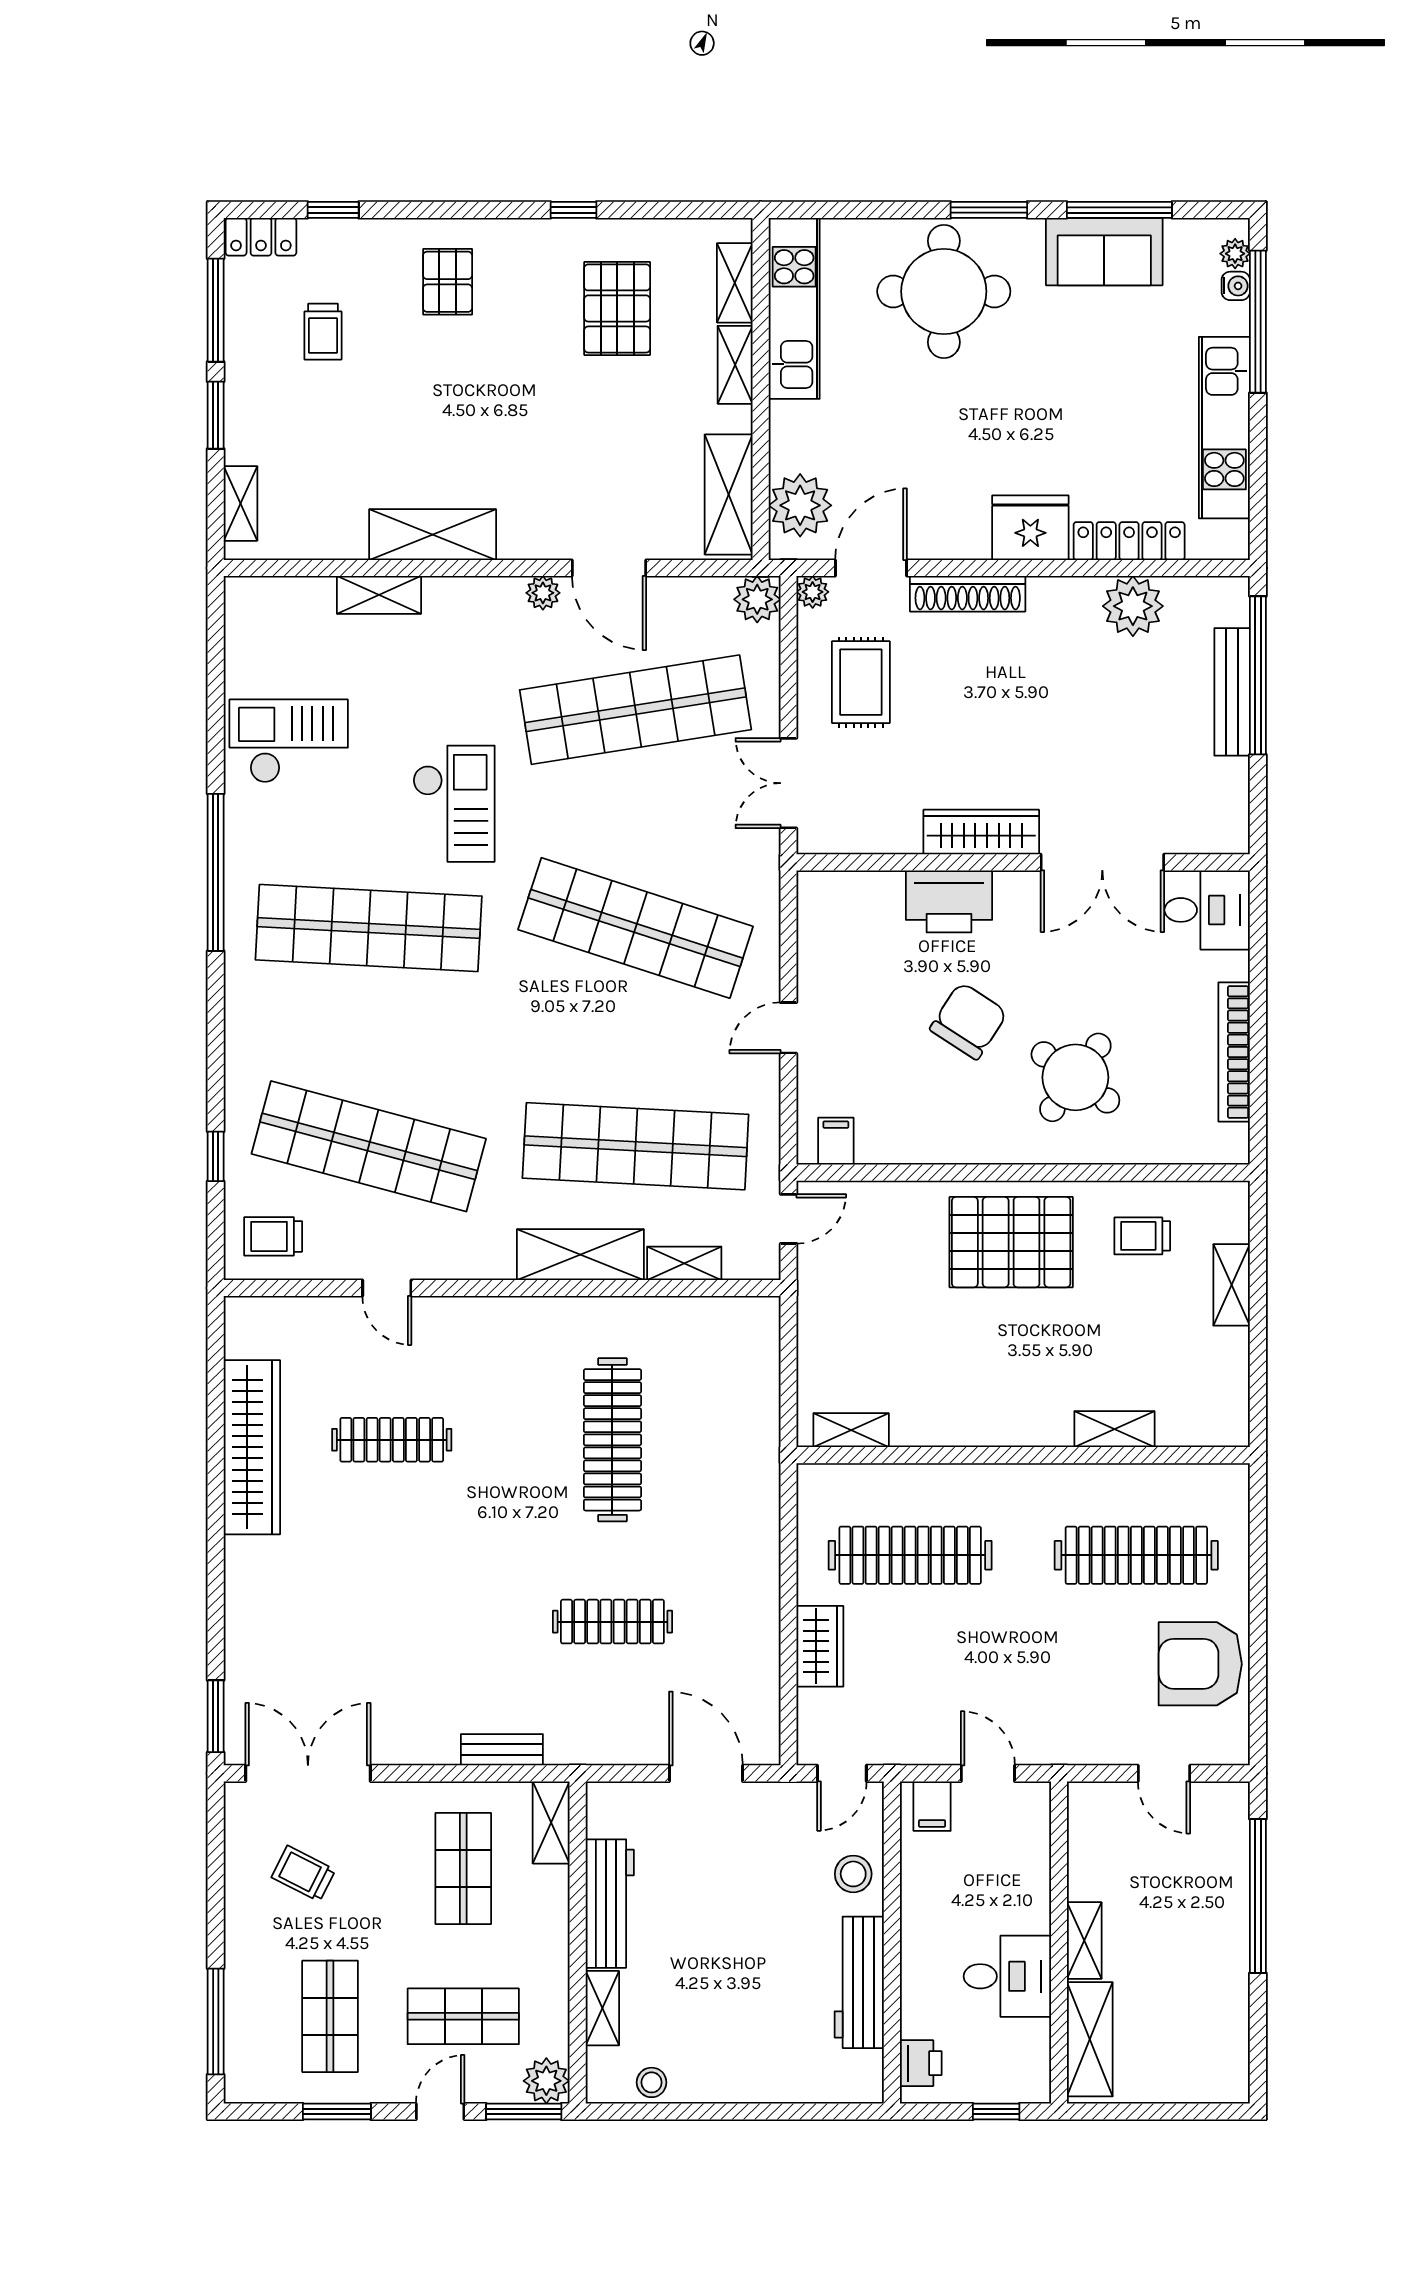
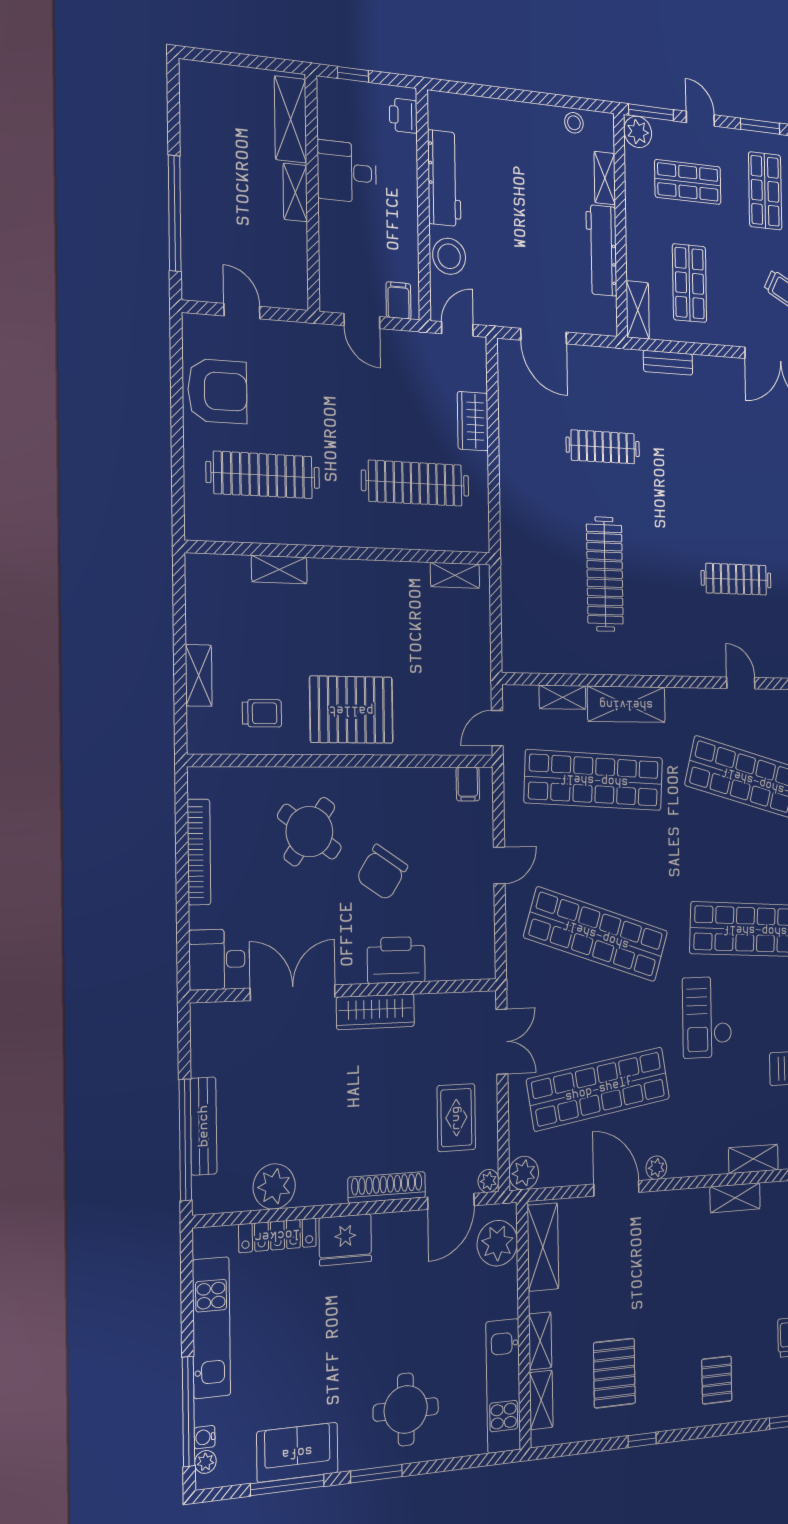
round table: (944, 291) -> (406, 1409), width x0.73, depth x0.73
shelving: (433, 535) -> (735, 1198), width x0.67, depth x0.75
stool: (853, 1874) -> (449, 256), width x1.38, depth x1.38
door: (440, 2112) -> (700, 119), swing flipped

